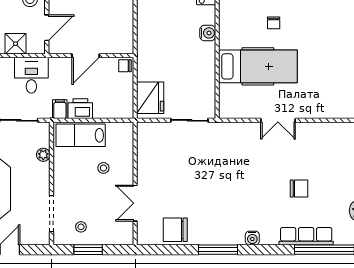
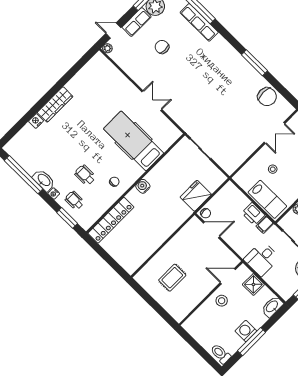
chair: (274, 23) -> (114, 182), moved
door: (86, 56) -> (211, 230), moved
fridge: (150, 98) -> (196, 196), moved
chair: (299, 188) -> (162, 47), moved
water cooler: (252, 238) -> (229, 50), removed

